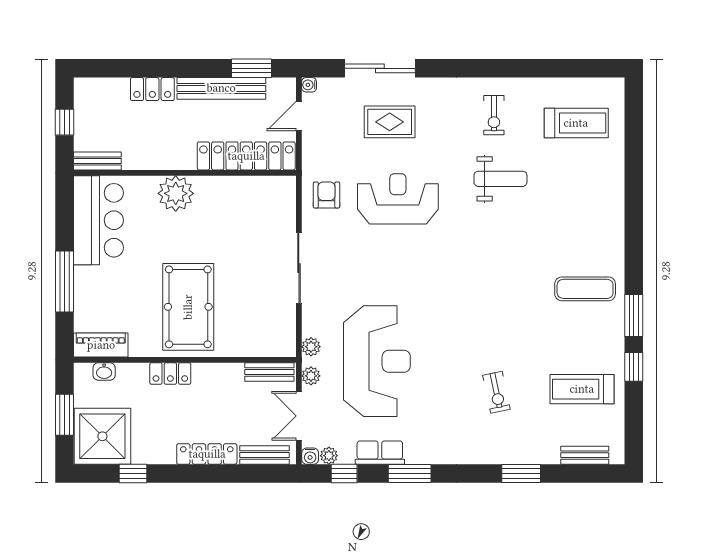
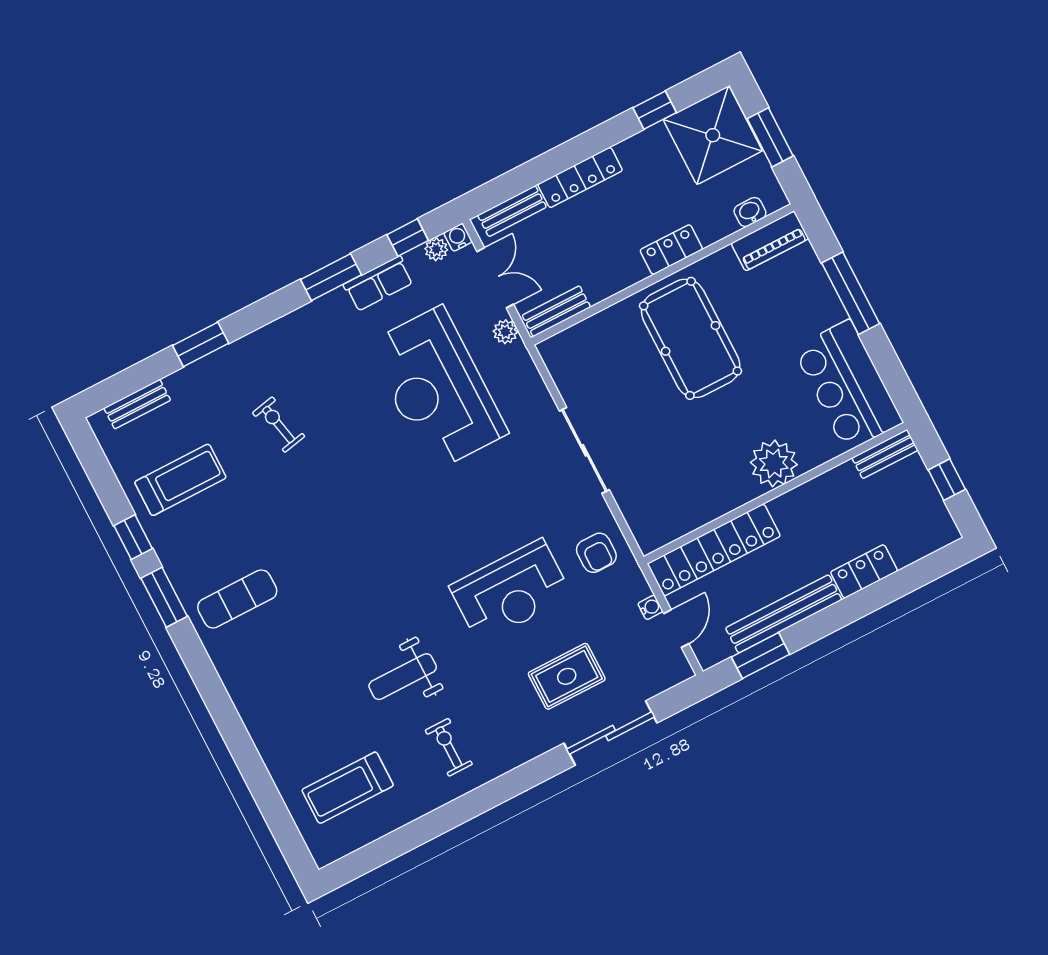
water cooler: (309, 85) -> (650, 607), moved
plant: (311, 347) -> (523, 366), removed

